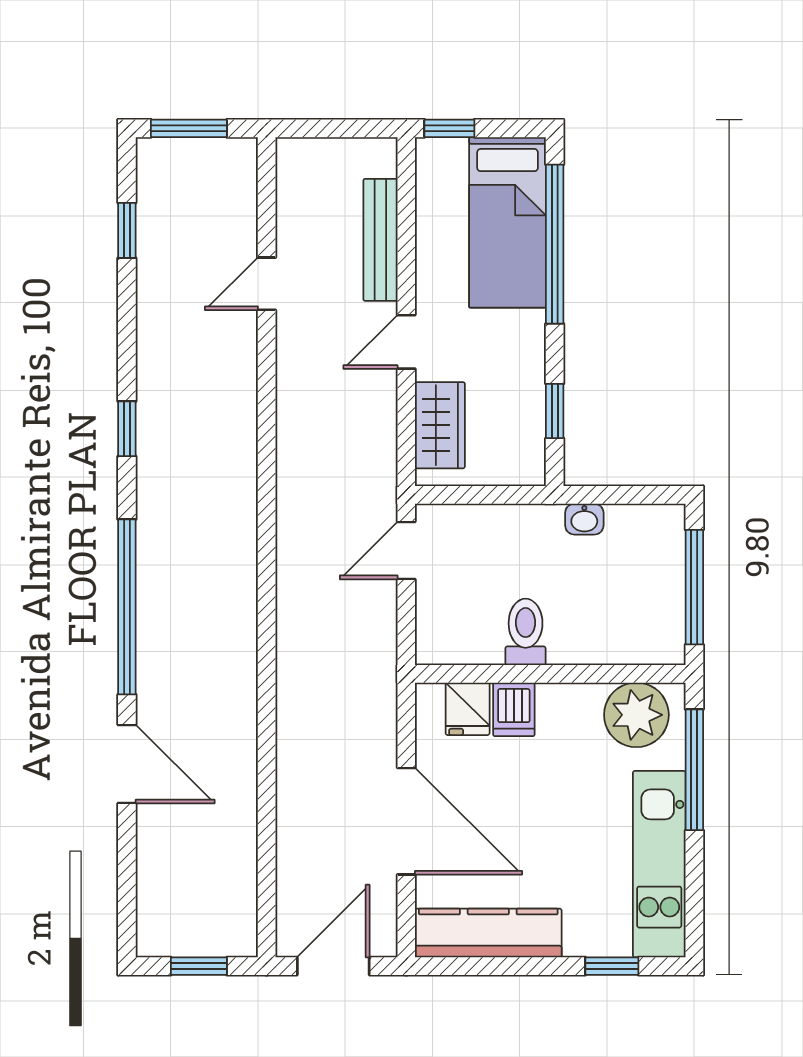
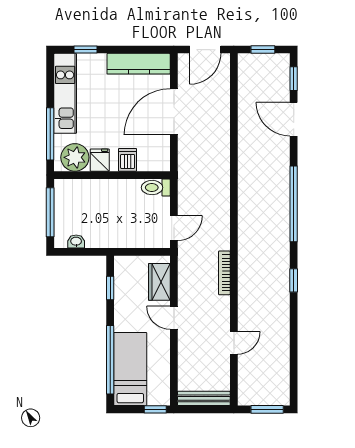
window: (127, 230) -> (294, 79), moved
bench: (380, 240) -> (204, 398), moved, turned 90
door: (406, 342) -> (174, 318), swing flipped
bookcase: (288, 446) -> (224, 273), added
washbasin: (584, 519) -> (76, 242), moved
toilet: (526, 632) -> (156, 188), moved, turned 90
fridge: (468, 709) -> (100, 160), moved
door: (127, 764) -> (294, 119), moved
door: (406, 821) -> (174, 112), hinge flipped

